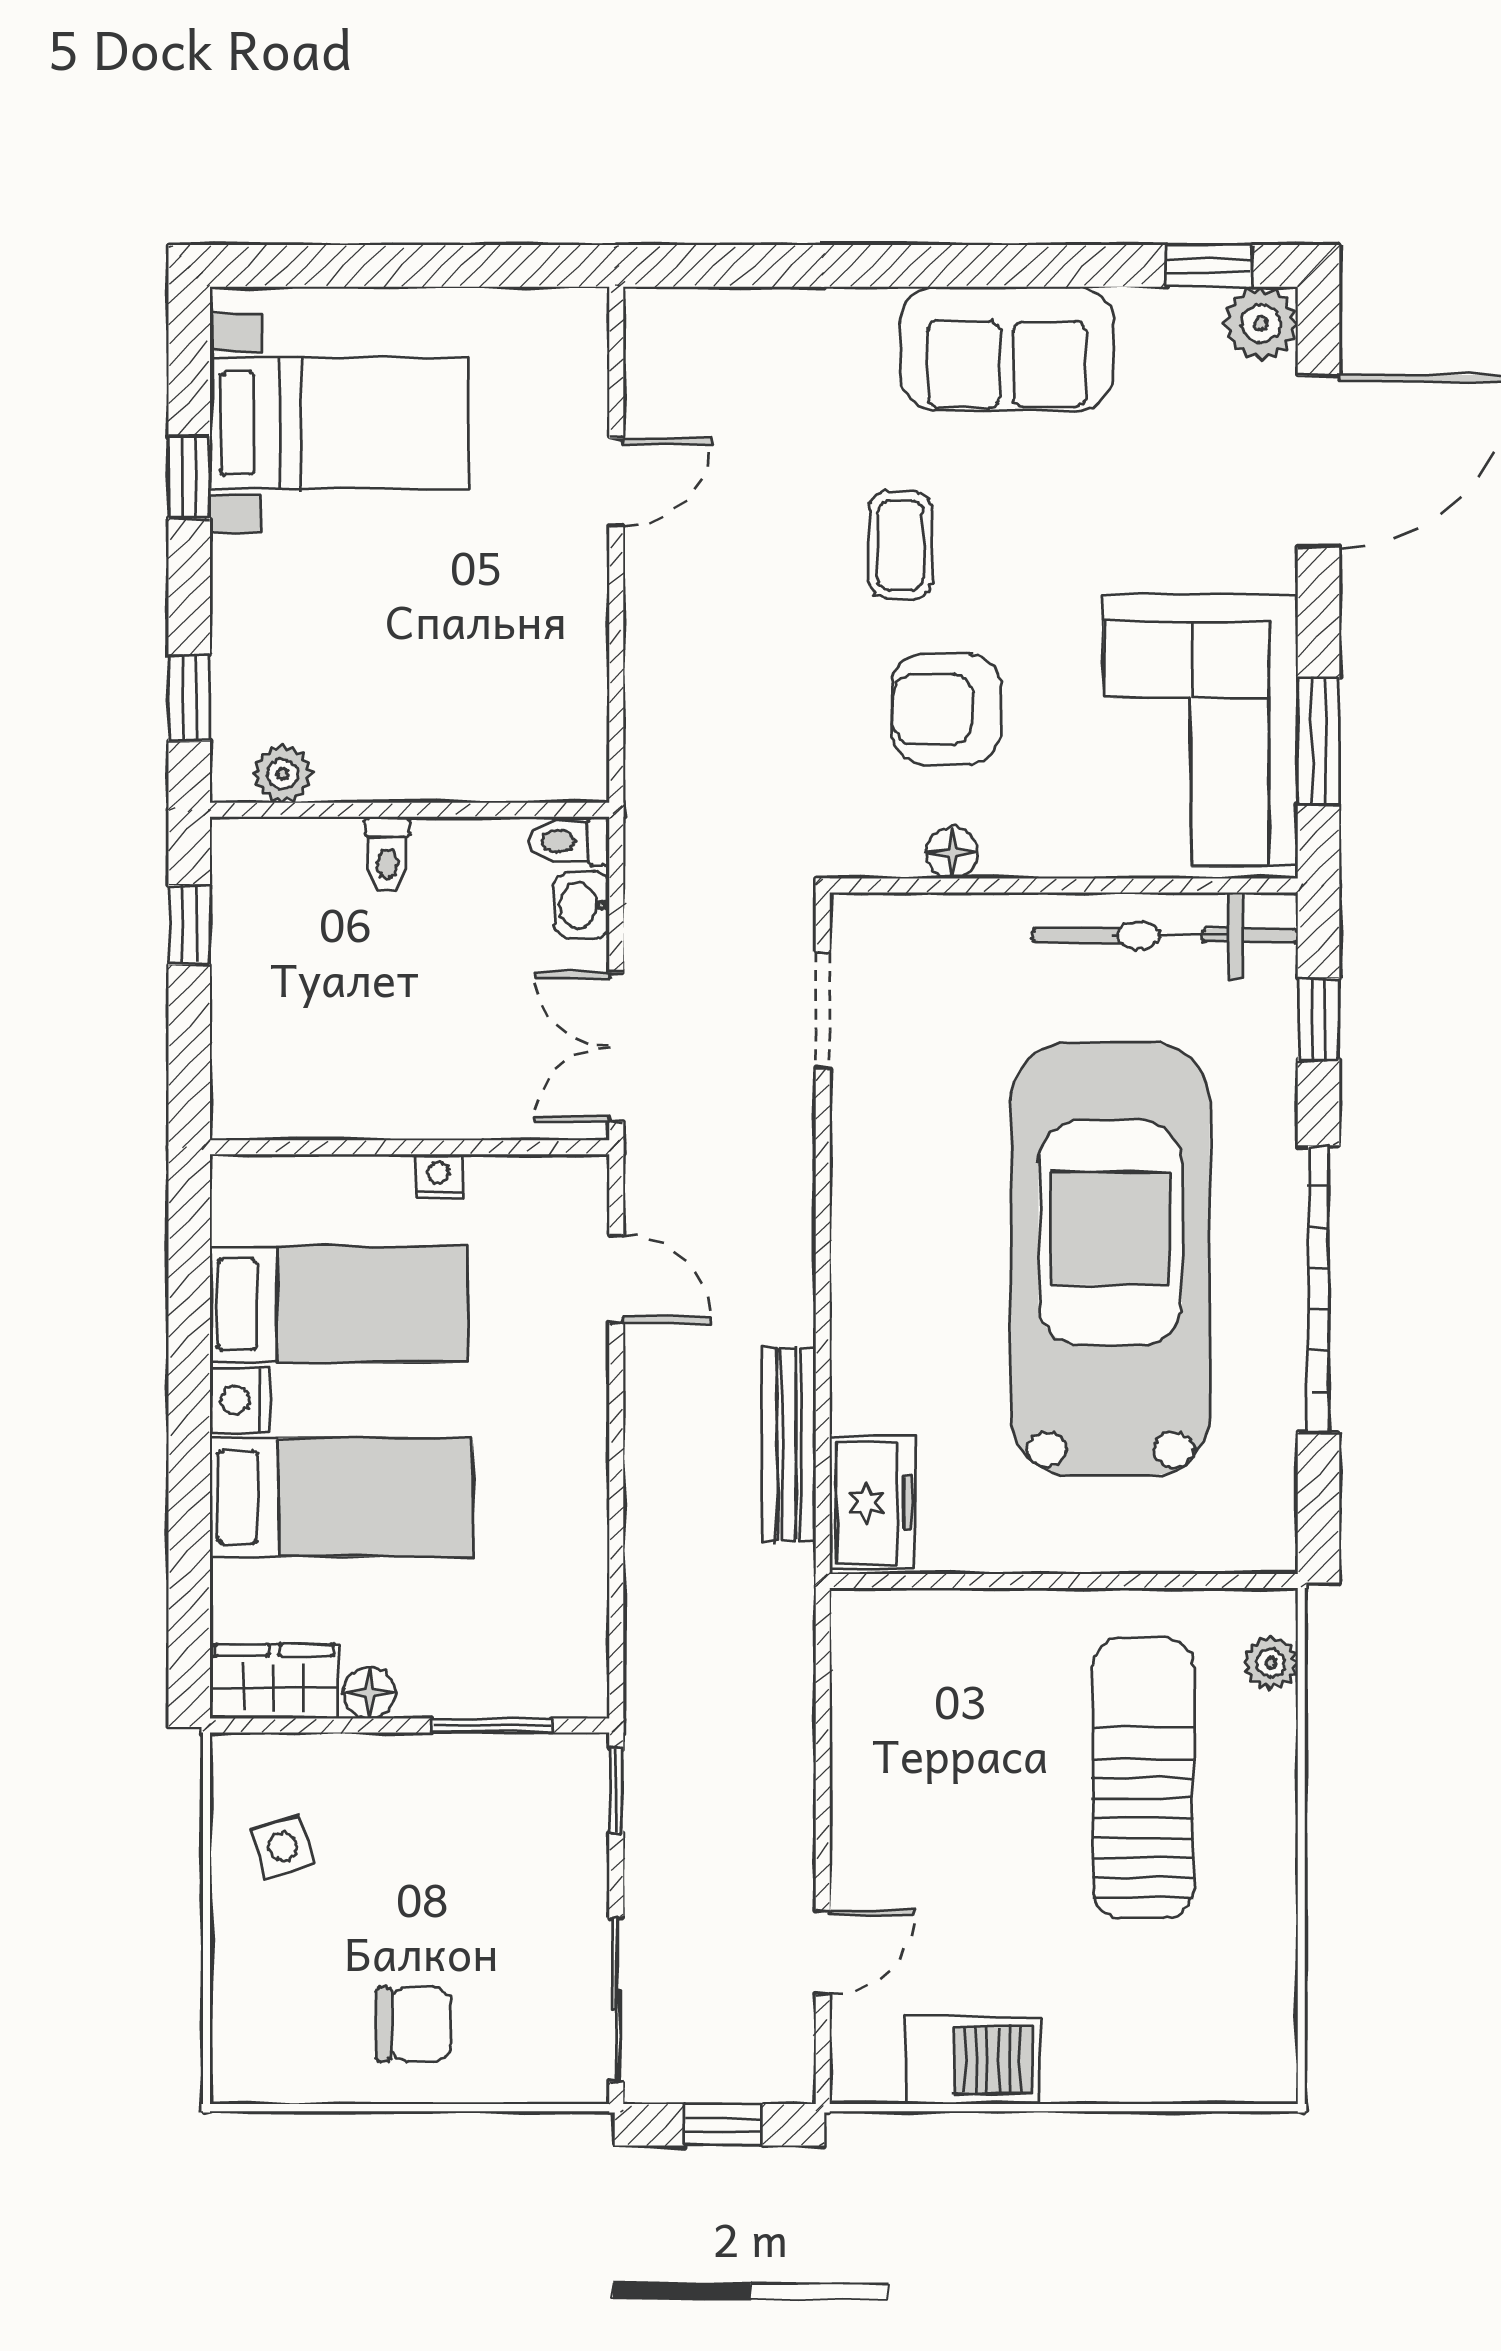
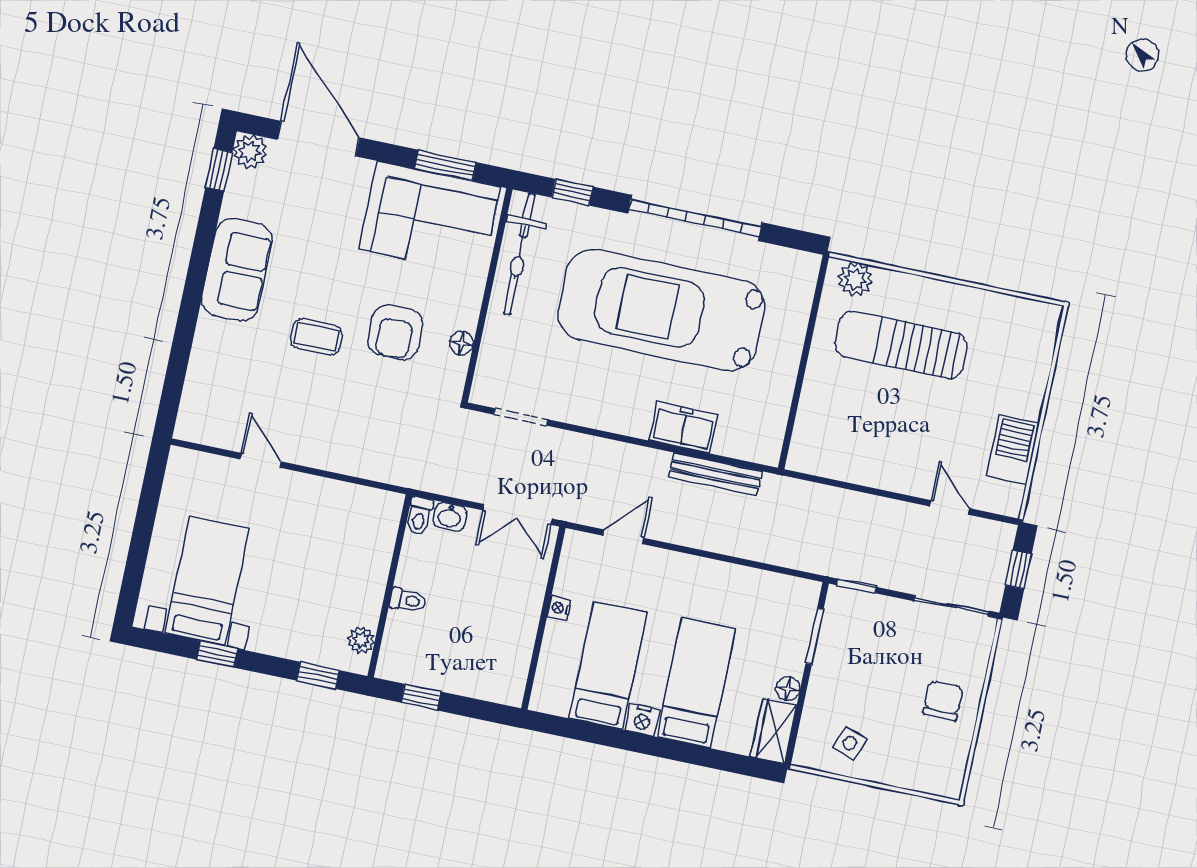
freezer: (873, 1503) -> (683, 428), moved
plant: (1271, 1663) -> (855, 279), width x1.38, depth x1.38
side table: (283, 1847) -> (850, 743), turned 36

